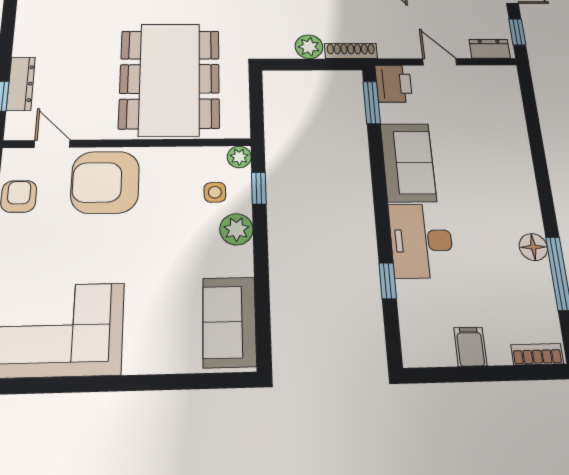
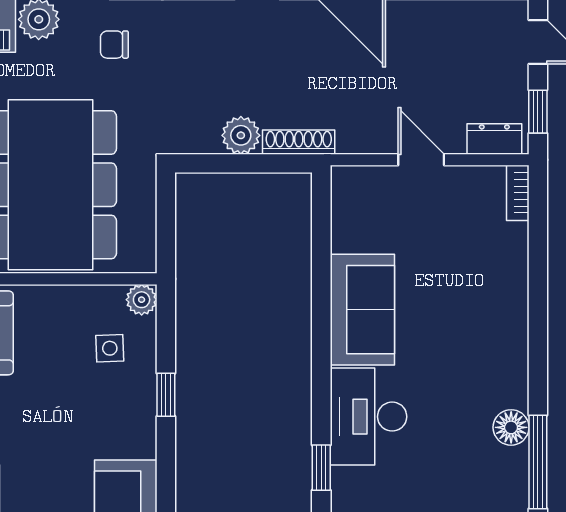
bookcase: (512, 83) -> (518, 193), added
printer: (394, 84) -> (354, 193), removed
window: (372, 103) -> (321, 222), removed
window: (259, 188) -> (166, 395), moved
plant: (236, 229) -> (136, 398), removed

